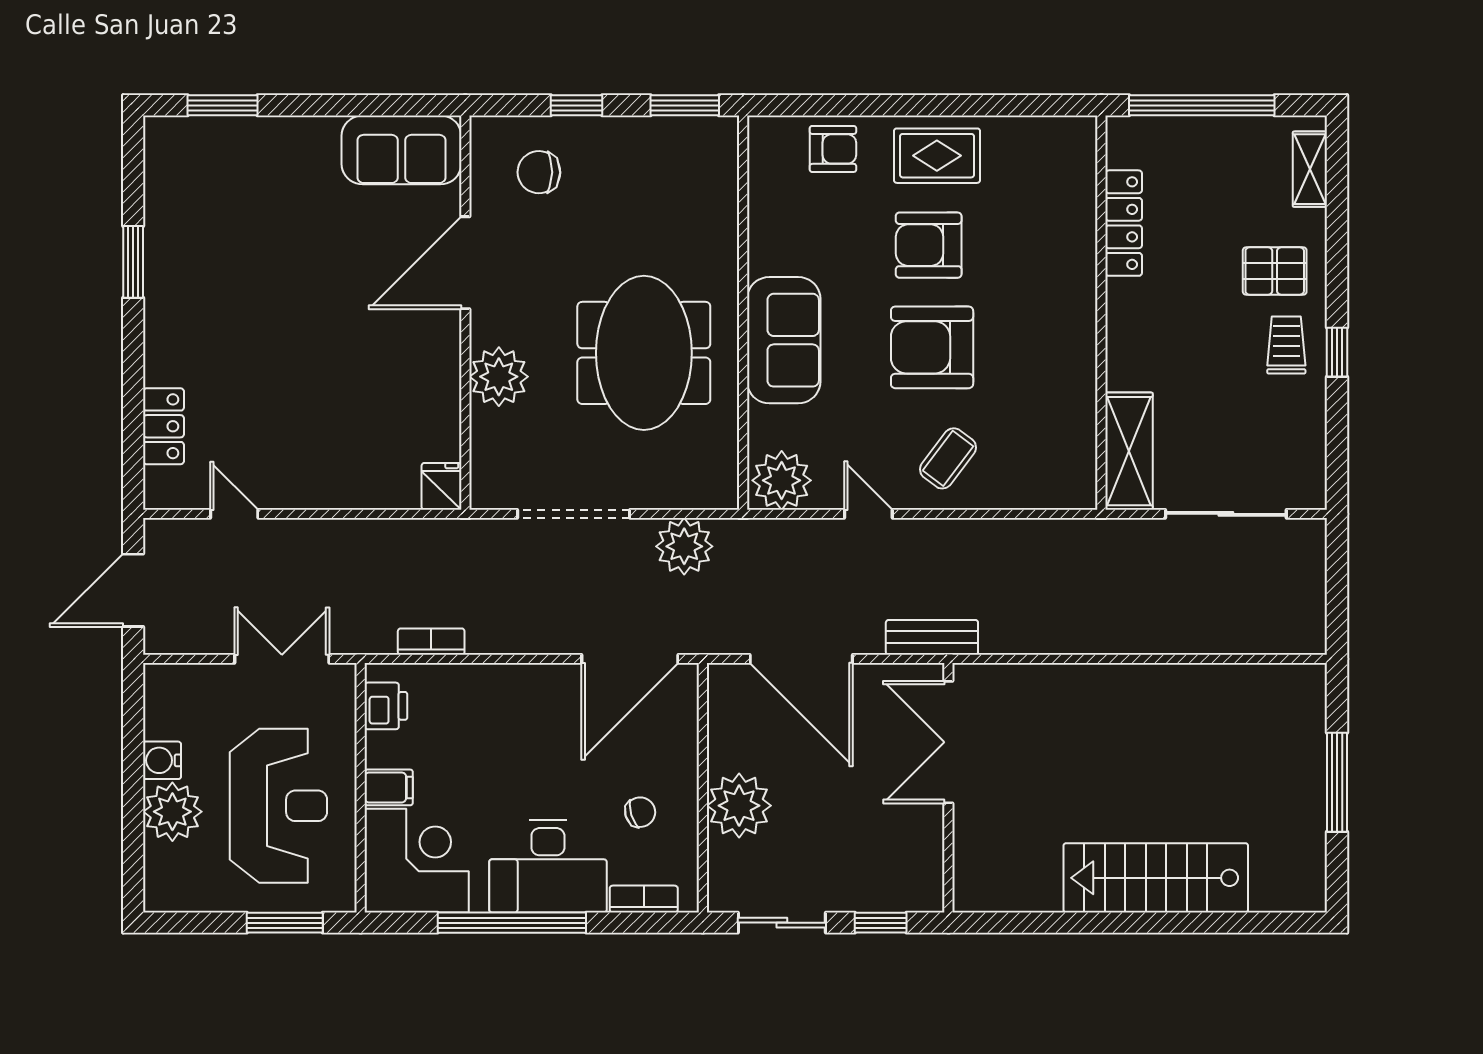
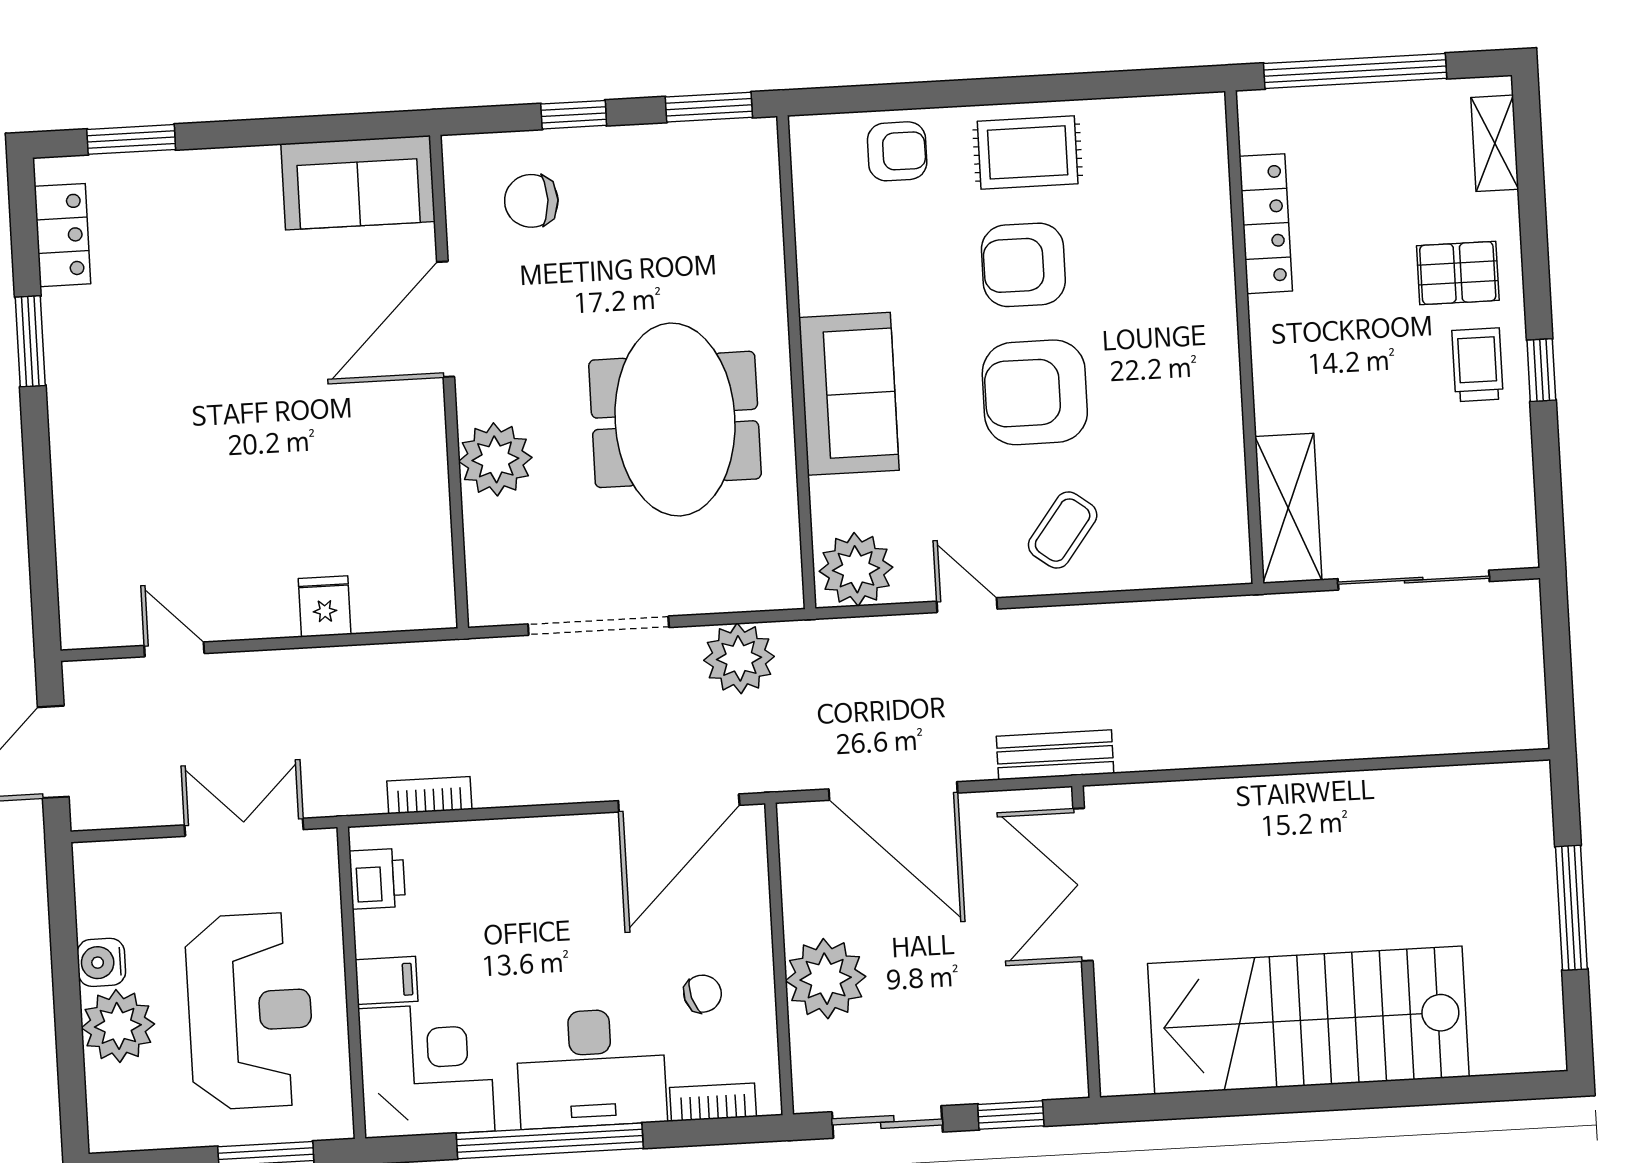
locker: (164, 426) -> (62, 235), moved
fridge: (441, 486) -> (325, 606), moved
stairs: (1156, 878) -> (1308, 1020), width x1.36, depth x1.51

